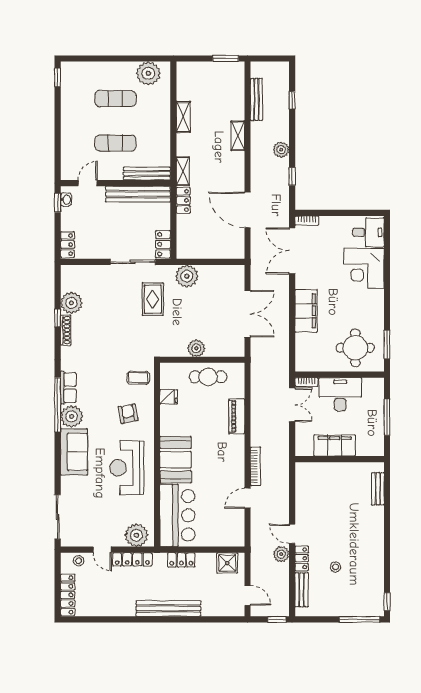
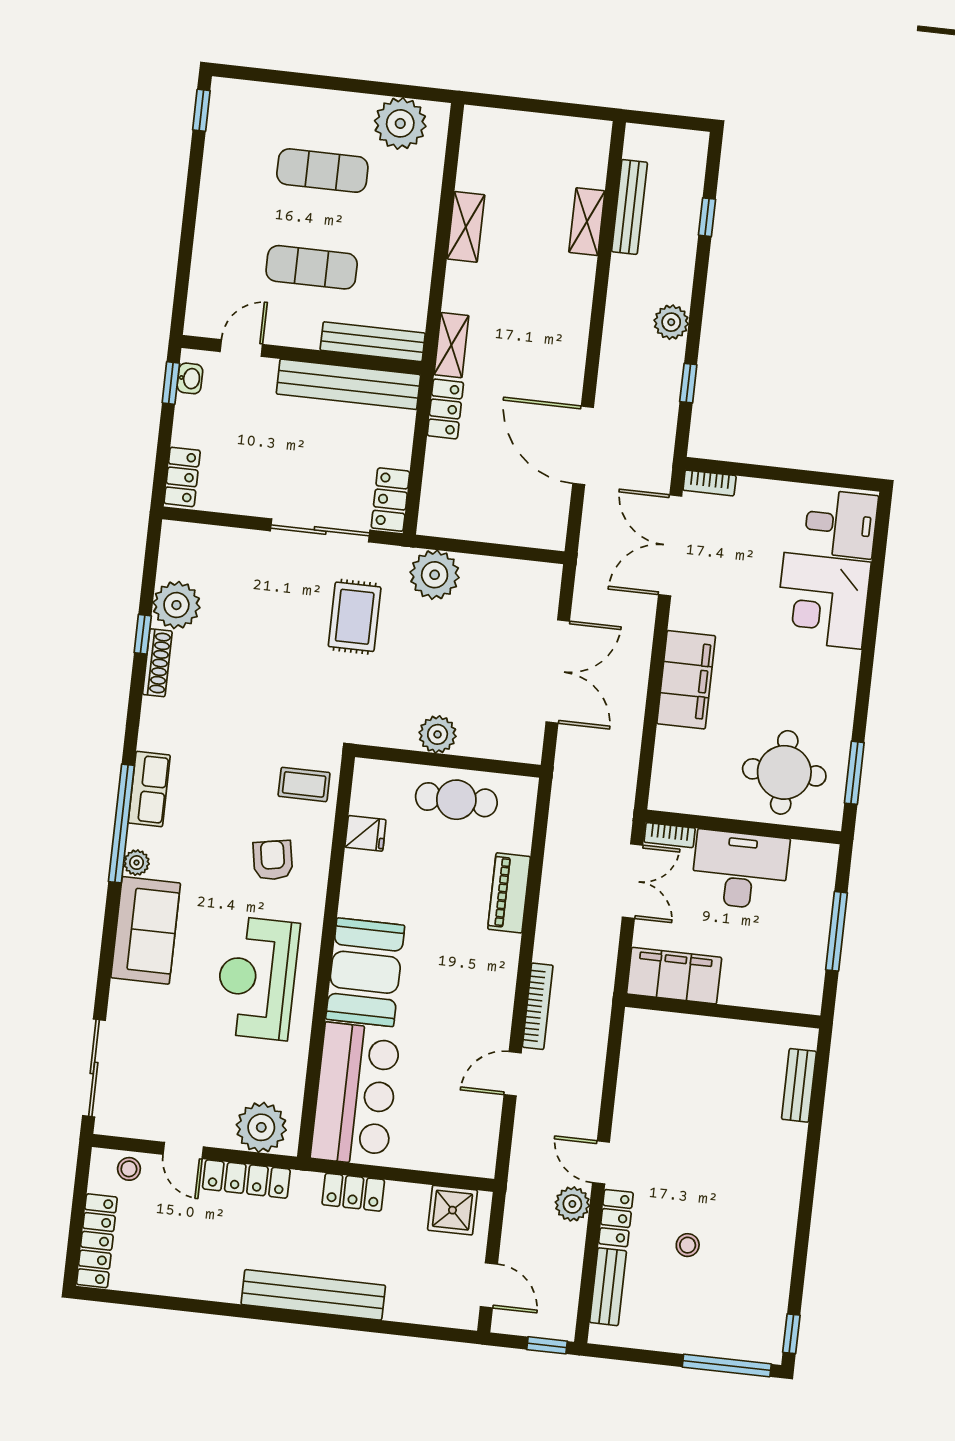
window: (226, 59) -> (572, 110), removed
shelving: (238, 136) -> (587, 222), moved
plant: (72, 416) -> (137, 863), width x0.53, depth x0.53
filing cabinet: (335, 445) -> (674, 976), moved

